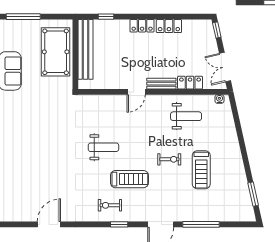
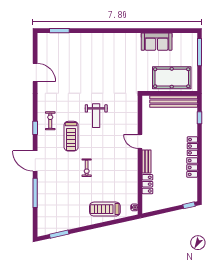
double door: (225, 67) -> (160, 212), removed
weight bench: (186, 116) -> (121, 181), removed
treadmill: (201, 170) -> (105, 209), moved

